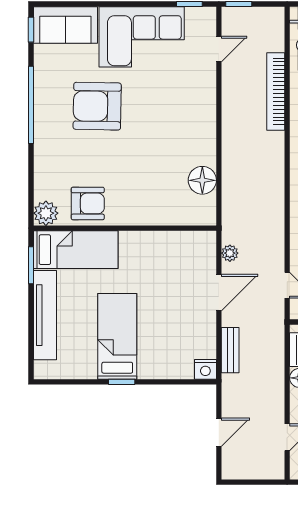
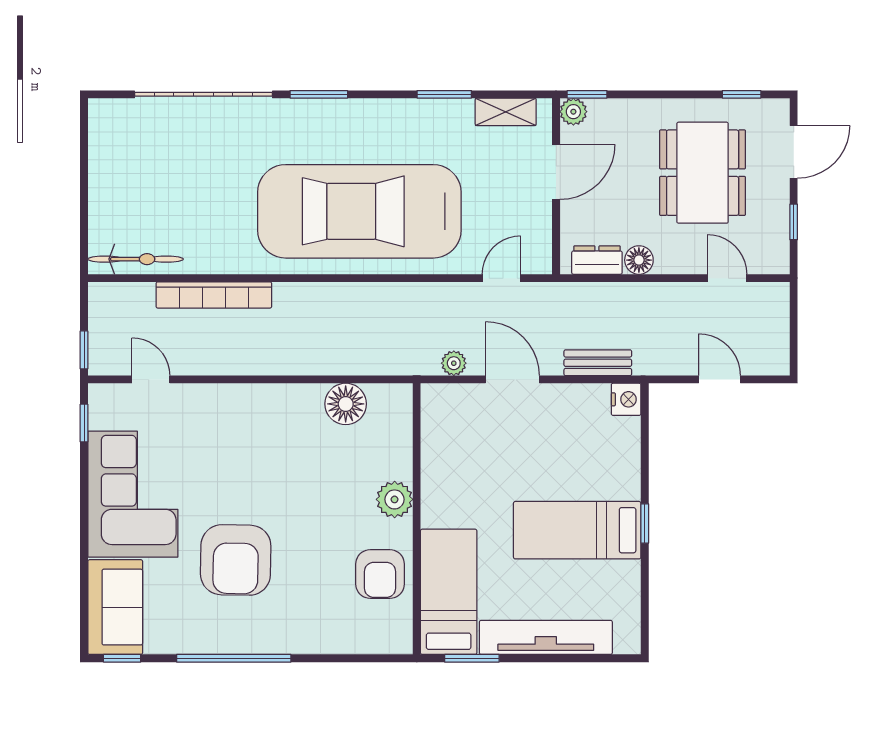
armchair: (88, 203) -> (380, 574), turned 180
plant: (46, 213) -> (395, 499), moved

